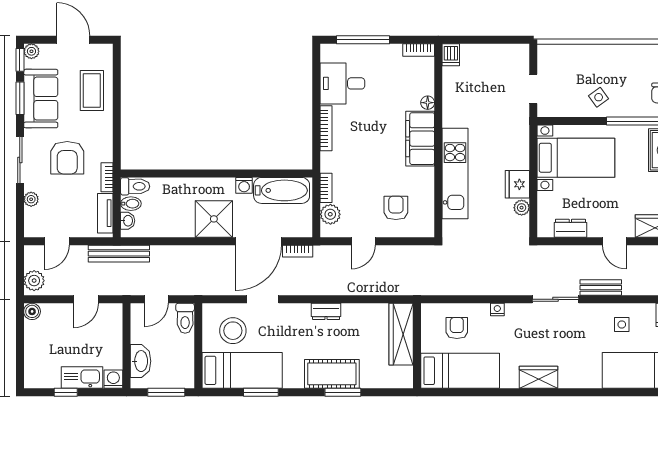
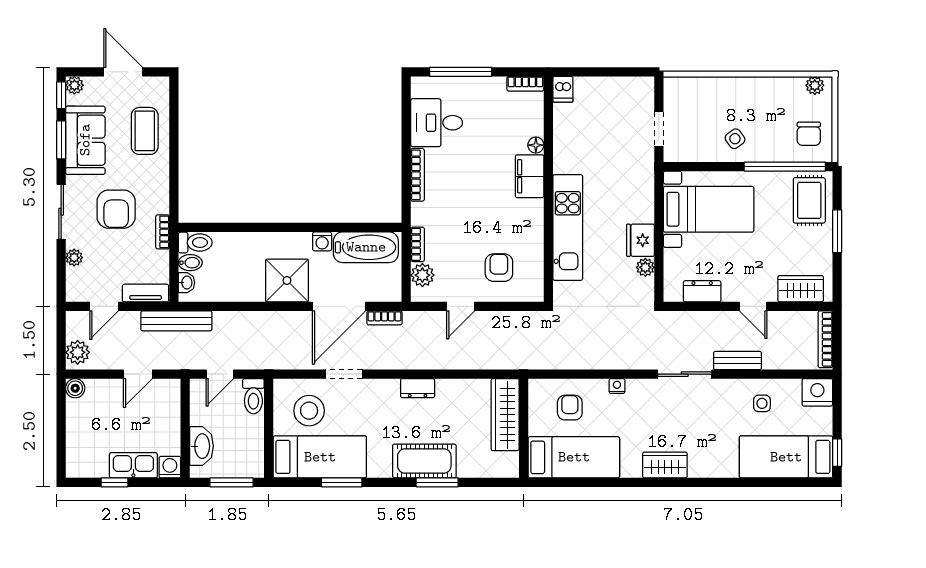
filing cabinet: (420, 139) -> (530, 176), width x0.67, depth x0.86
tv unit: (105, 213) -> (146, 293), moved, turned 90

